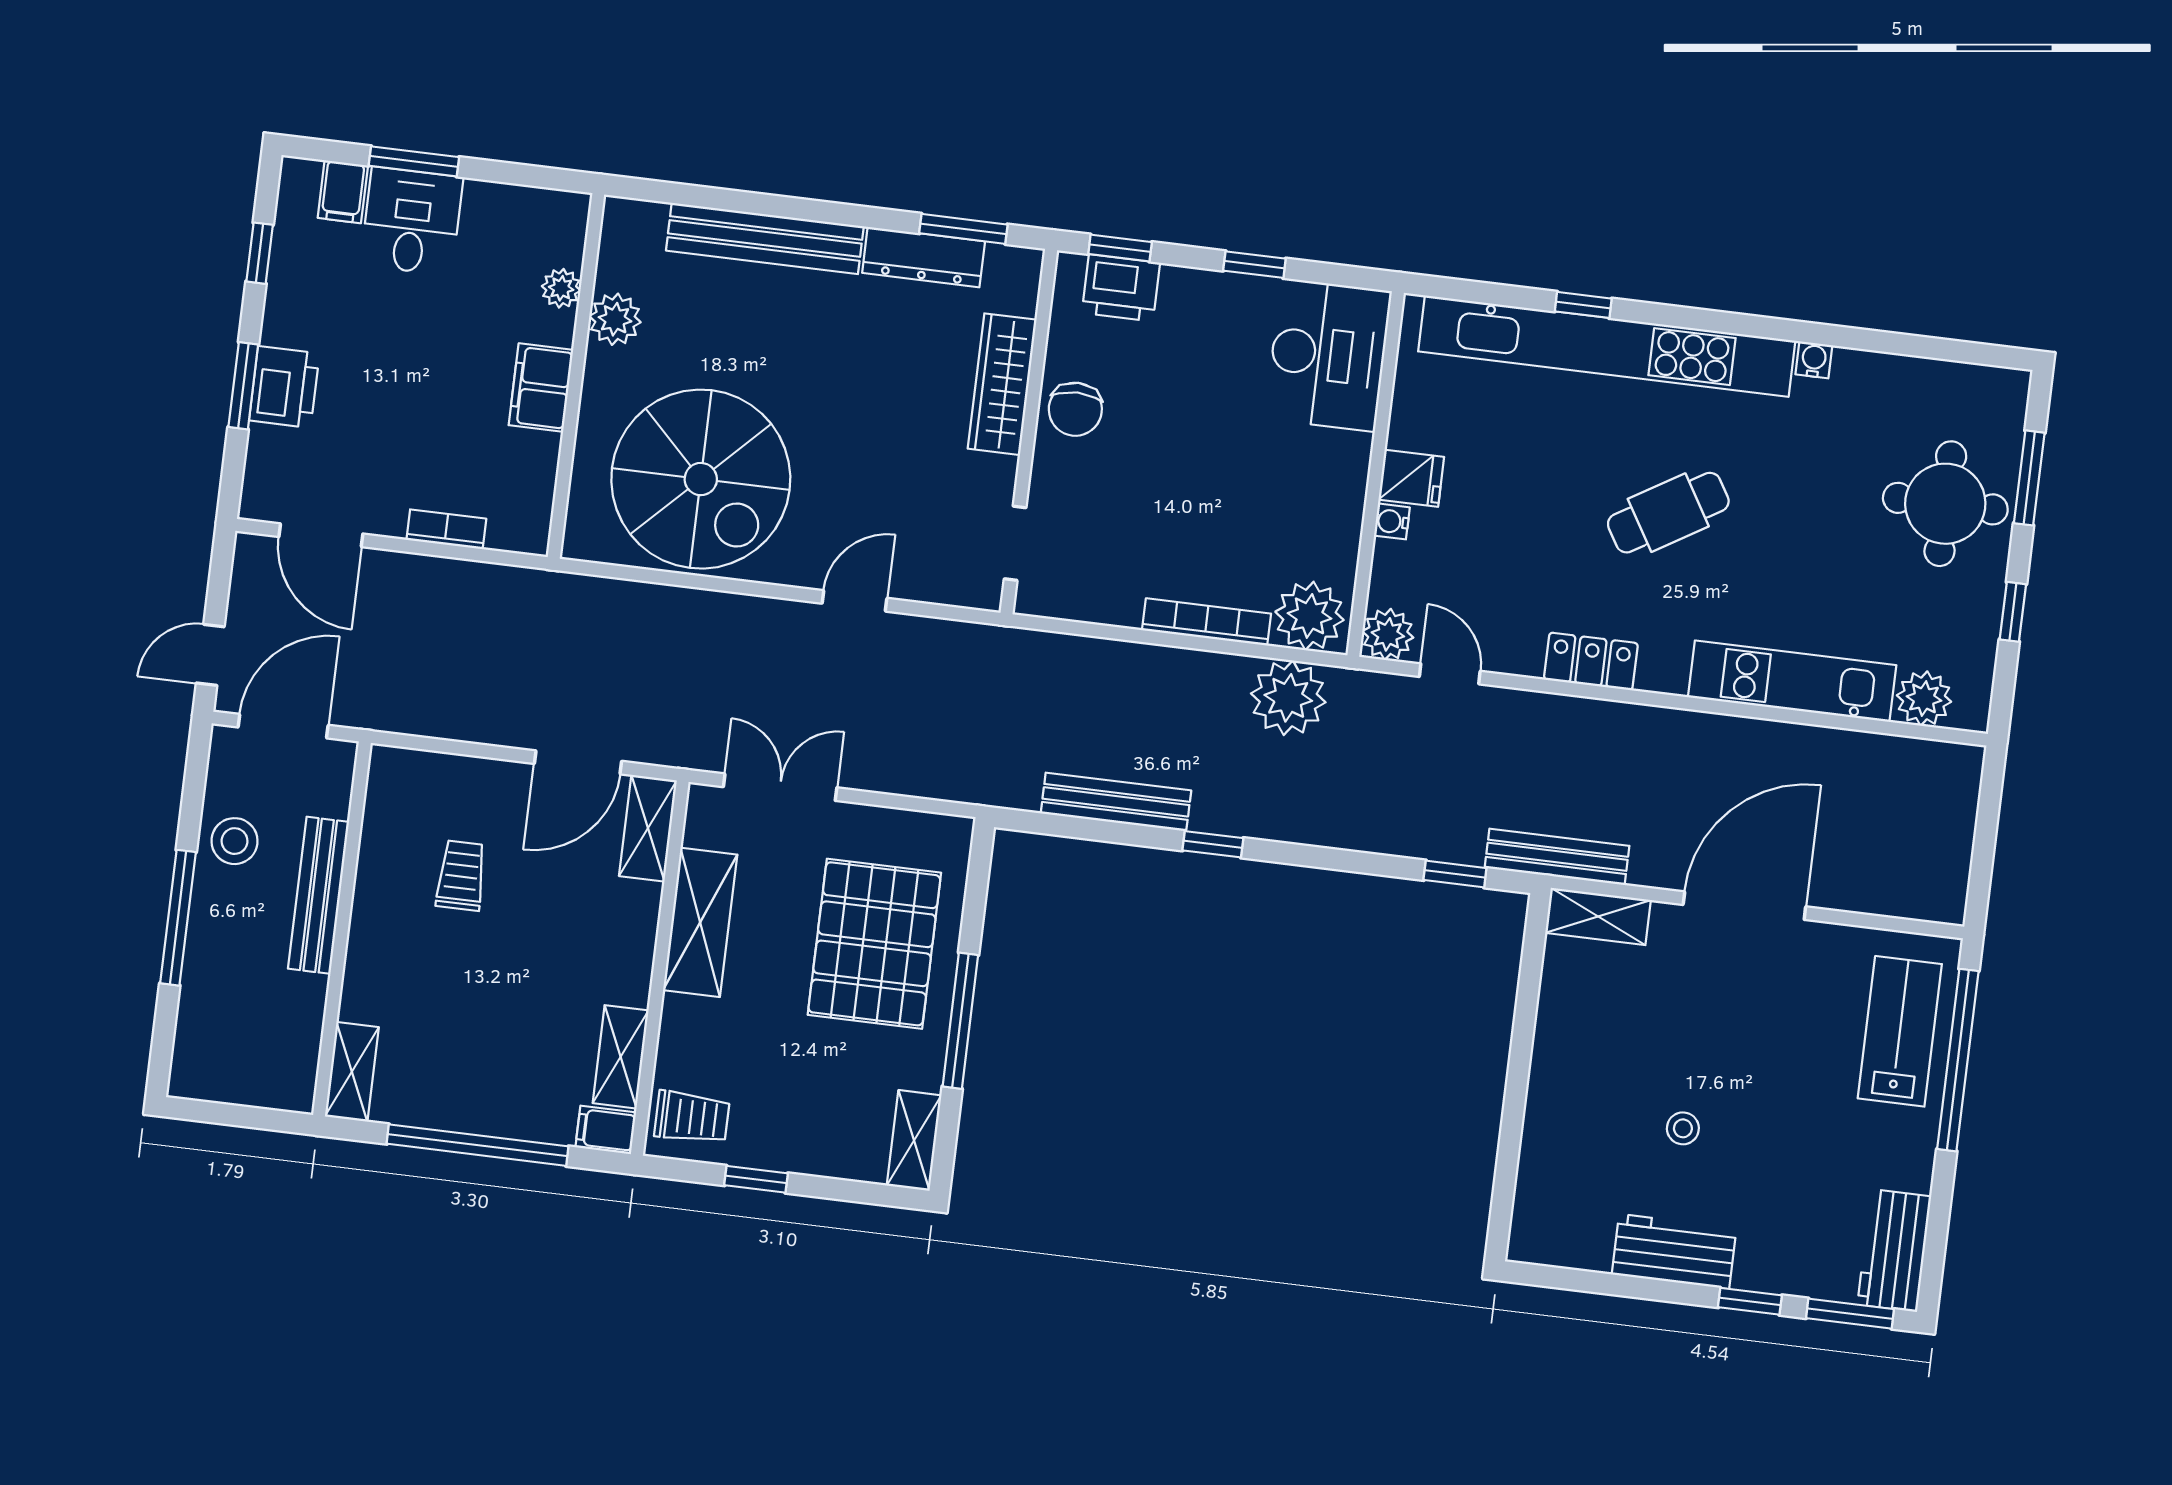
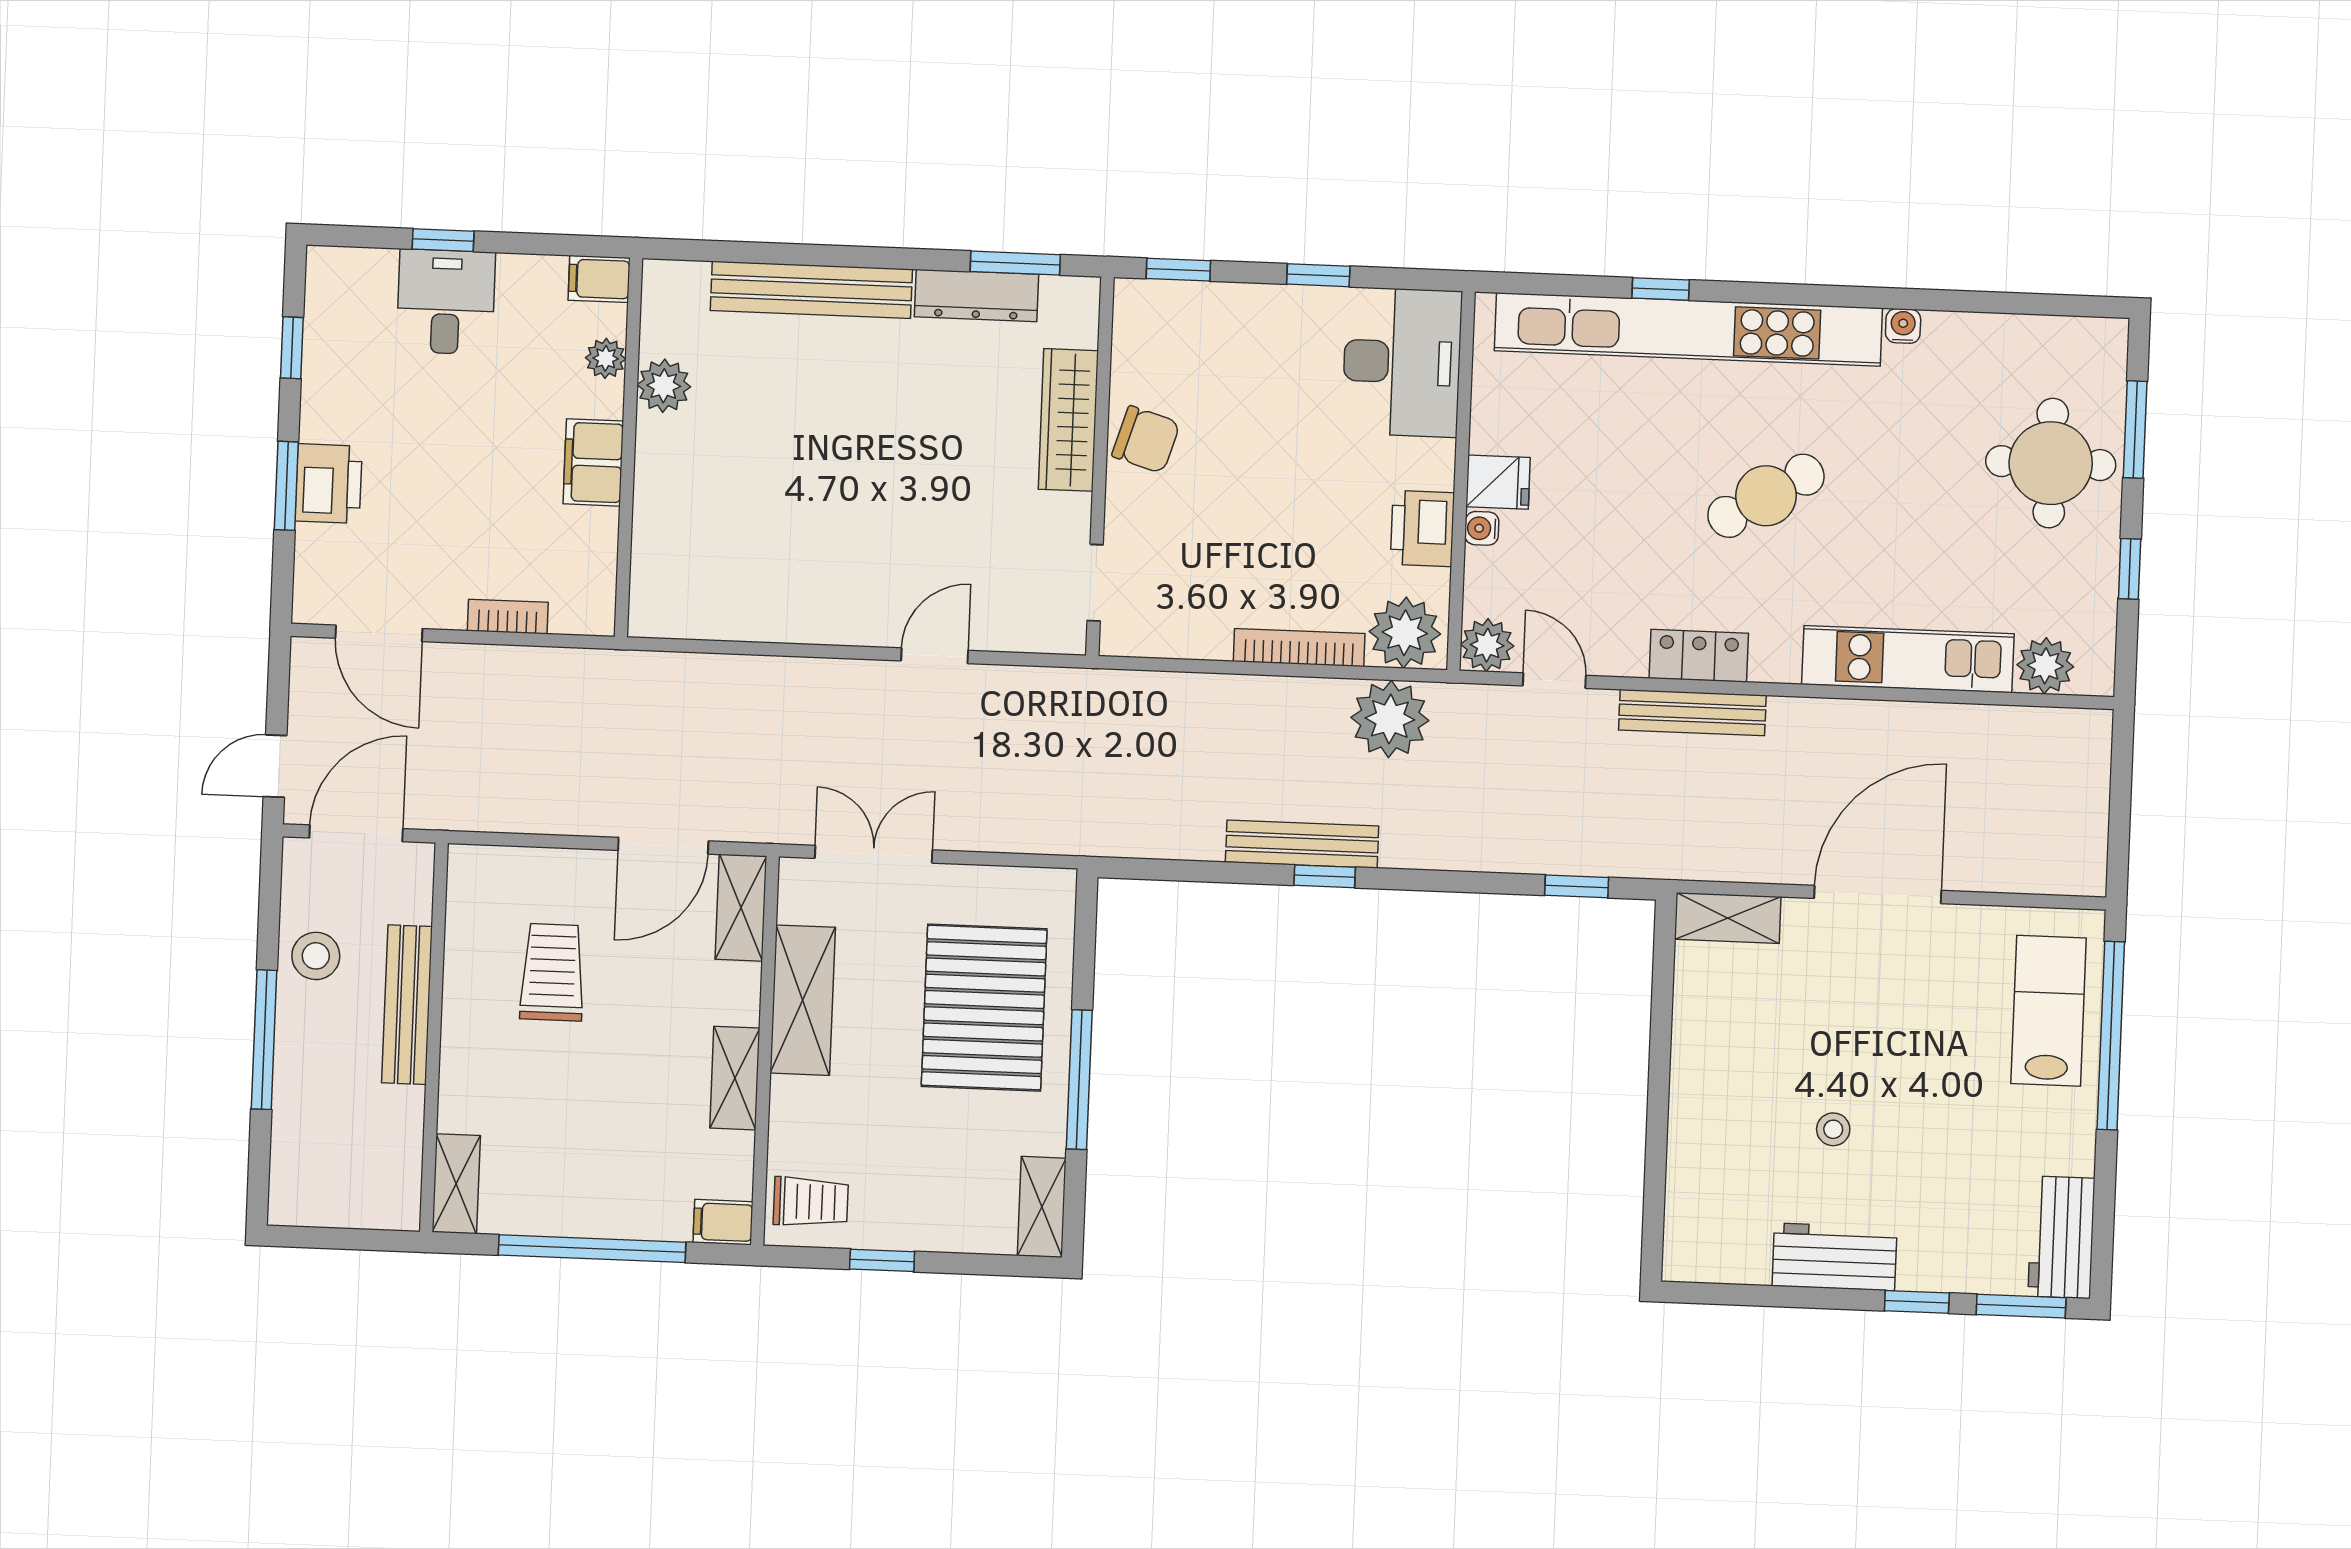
window: (414, 161) -> (443, 240), width x0.67
filing cabinet: (343, 192) -> (599, 279), moved, turned 90
printer: (1121, 288) -> (1422, 528), moved, turned 90
chair: (1075, 409) -> (1146, 440), turned -73
spiral stairs: (701, 479) -> (766, 543), removed
bench: (1116, 802) -> (1302, 844), moved
bench: (1557, 857) -> (1692, 713), moved
trolley: (461, 876) -> (552, 972), width x1.36, depth x1.39
shelving: (621, 1057) -> (735, 1078), moved

